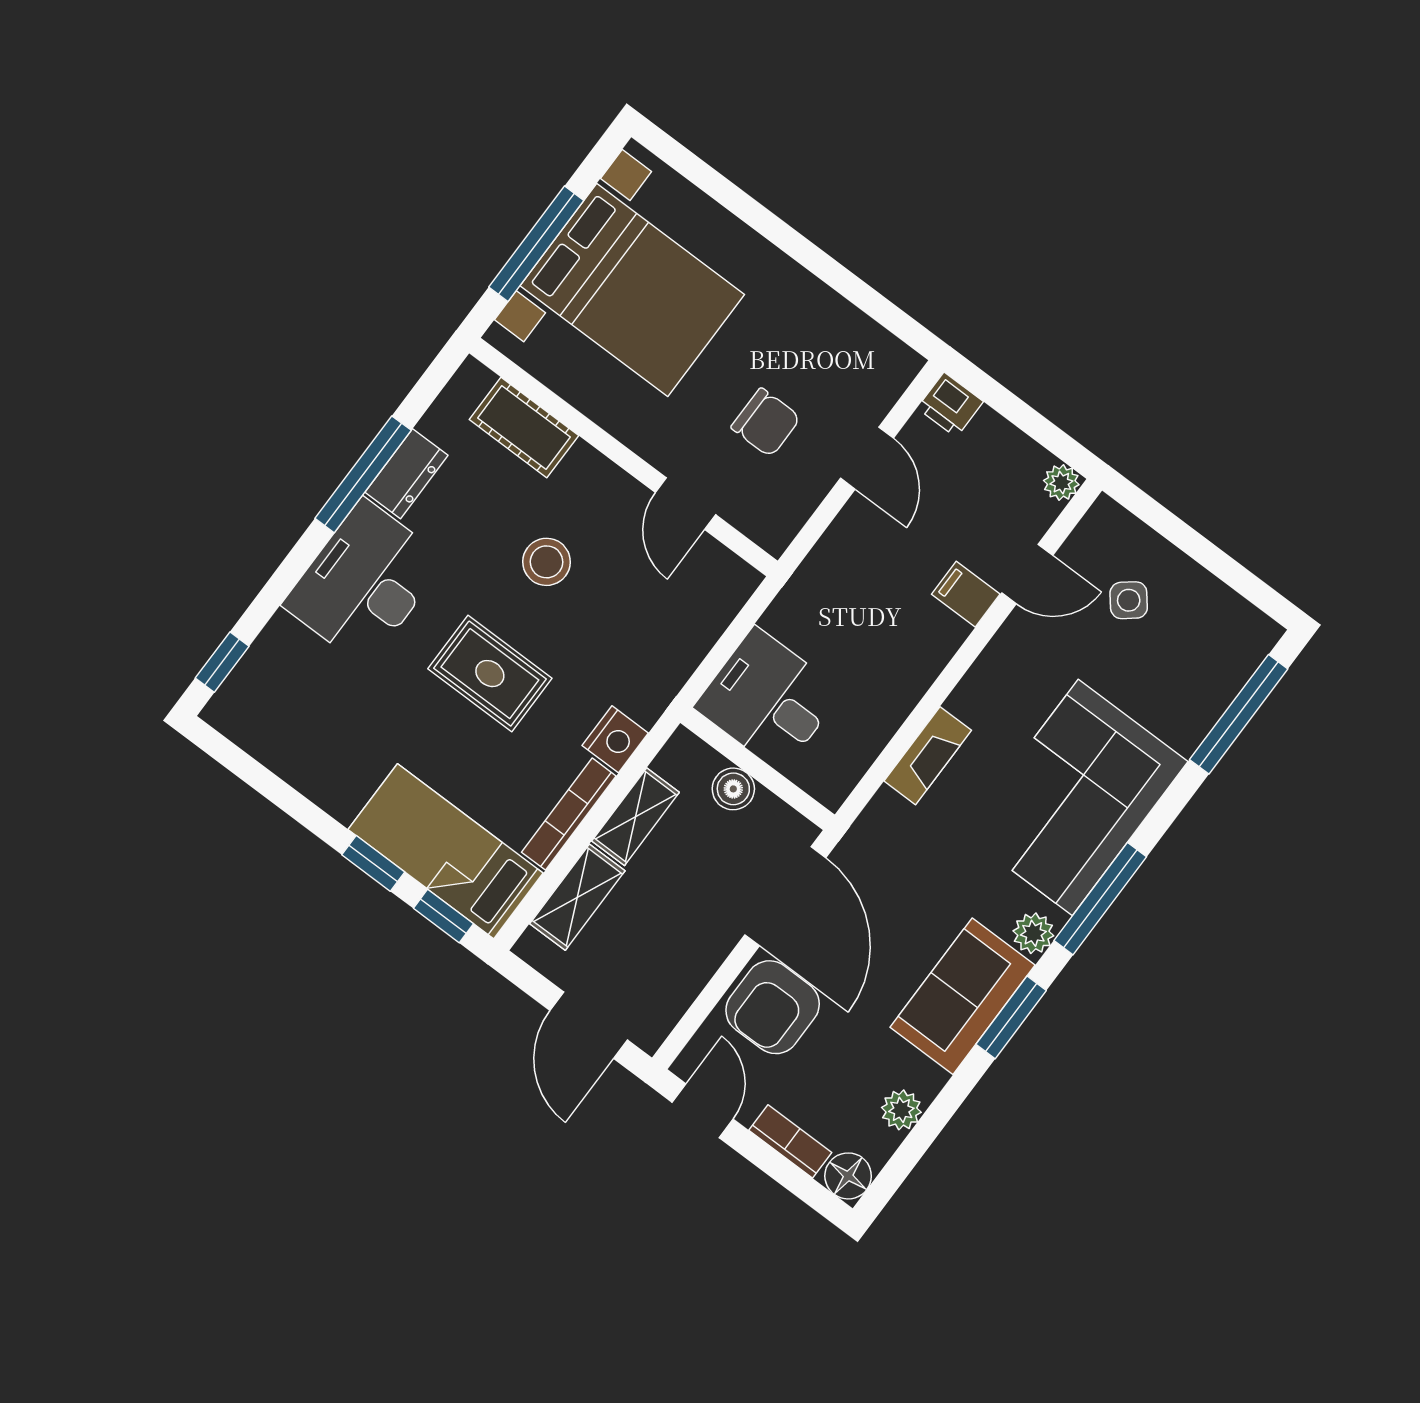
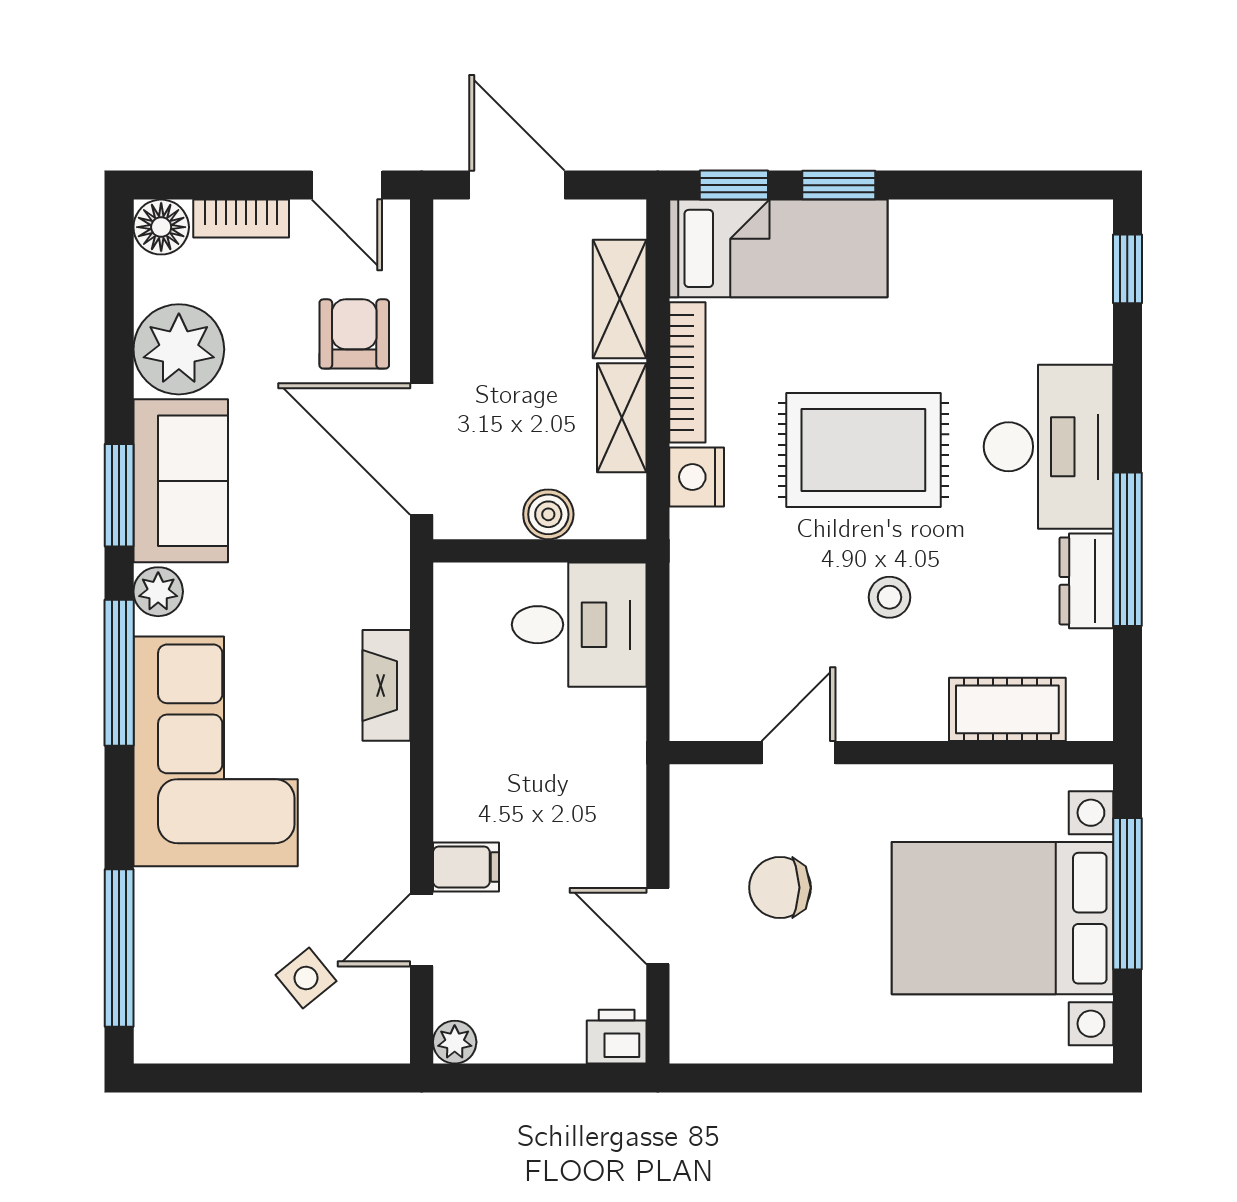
door: (686, 504) -> (798, 753), hinge flipped
stool: (547, 562) -> (889, 597), width x0.73, depth x0.73
rug: (490, 674) -> (863, 450), width x1.36, depth x1.43
armchair: (773, 1007) -> (354, 334), width x0.72, depth x0.72
plant: (901, 1110) -> (179, 349), width x1.88, depth x1.88

